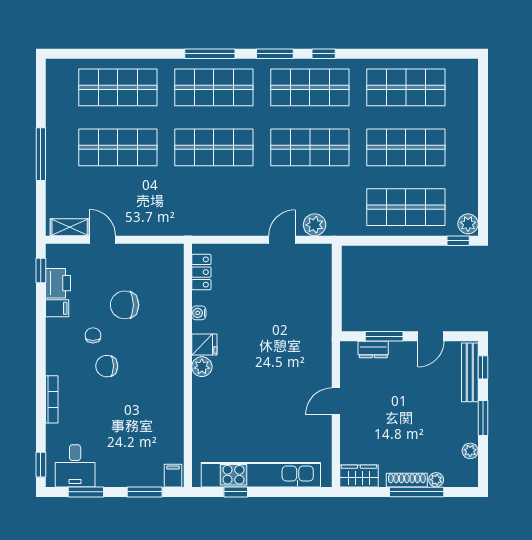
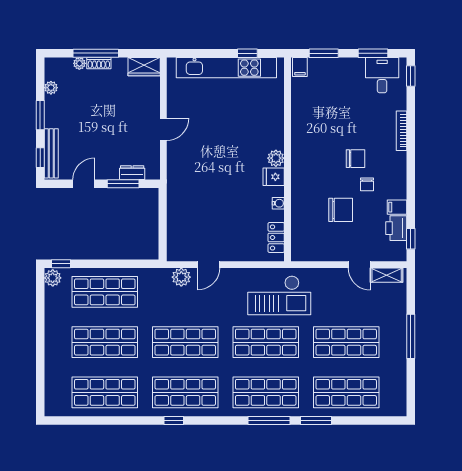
window: (275, 54) -> (316, 420), moved
checkout: (198, 203) -> (279, 295), added
shoe rack: (407, 480) -> (99, 63), width x0.70

